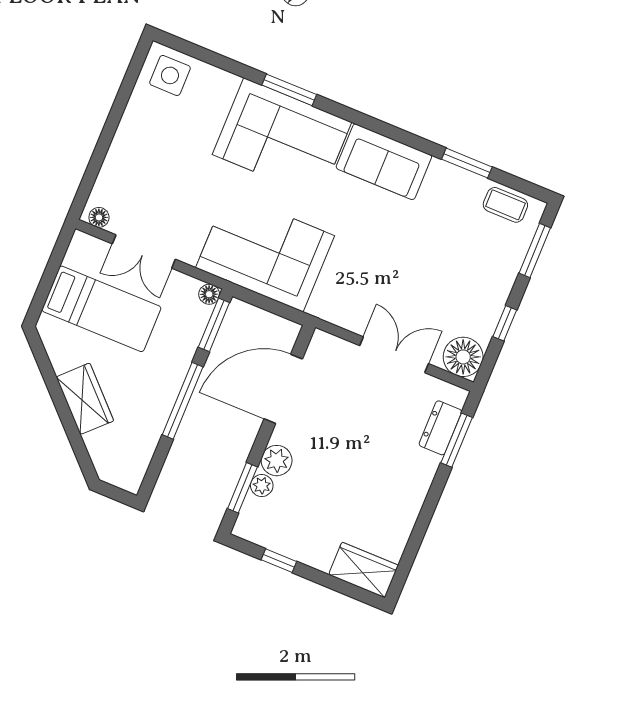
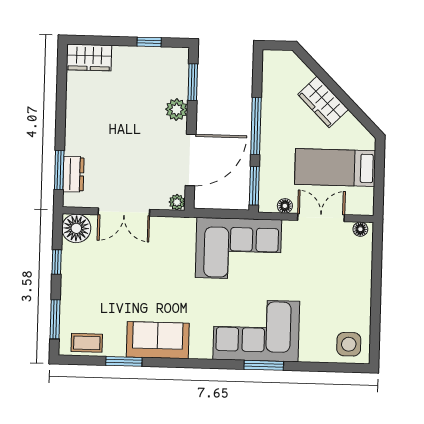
sofa: (384, 162) -> (158, 340), moved
floor lamp: (209, 294) -> (285, 206), moved
plant: (262, 486) -> (177, 202), moved

